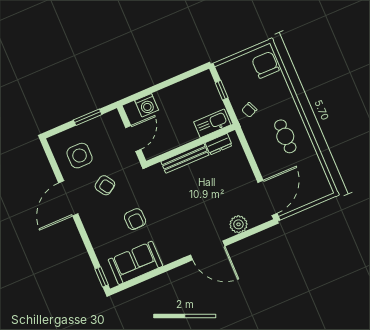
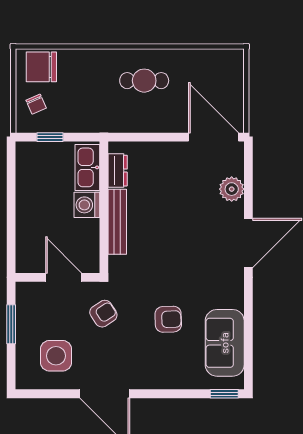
washing machine: (147, 105) -> (87, 205), moved, turned 180
chair: (249, 110) -> (36, 104), moved
armchair: (105, 185) -> (103, 314), moved

